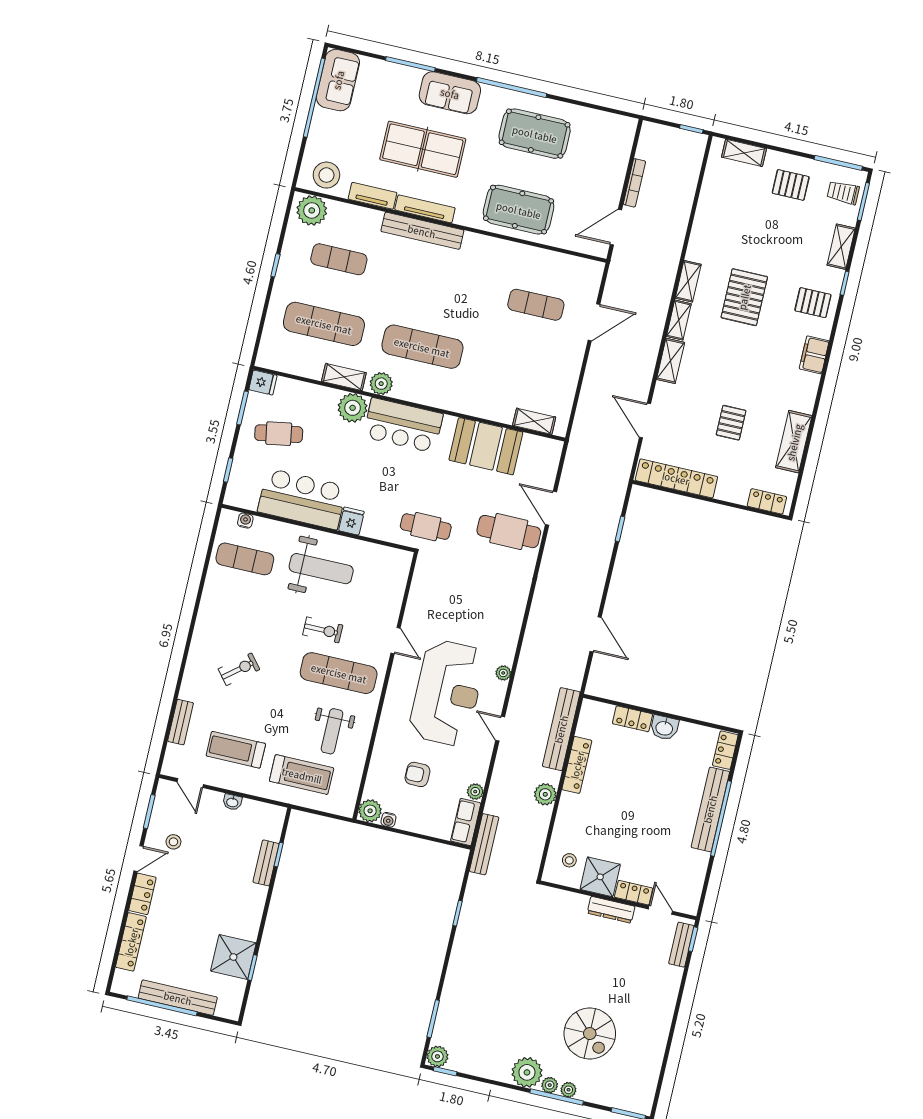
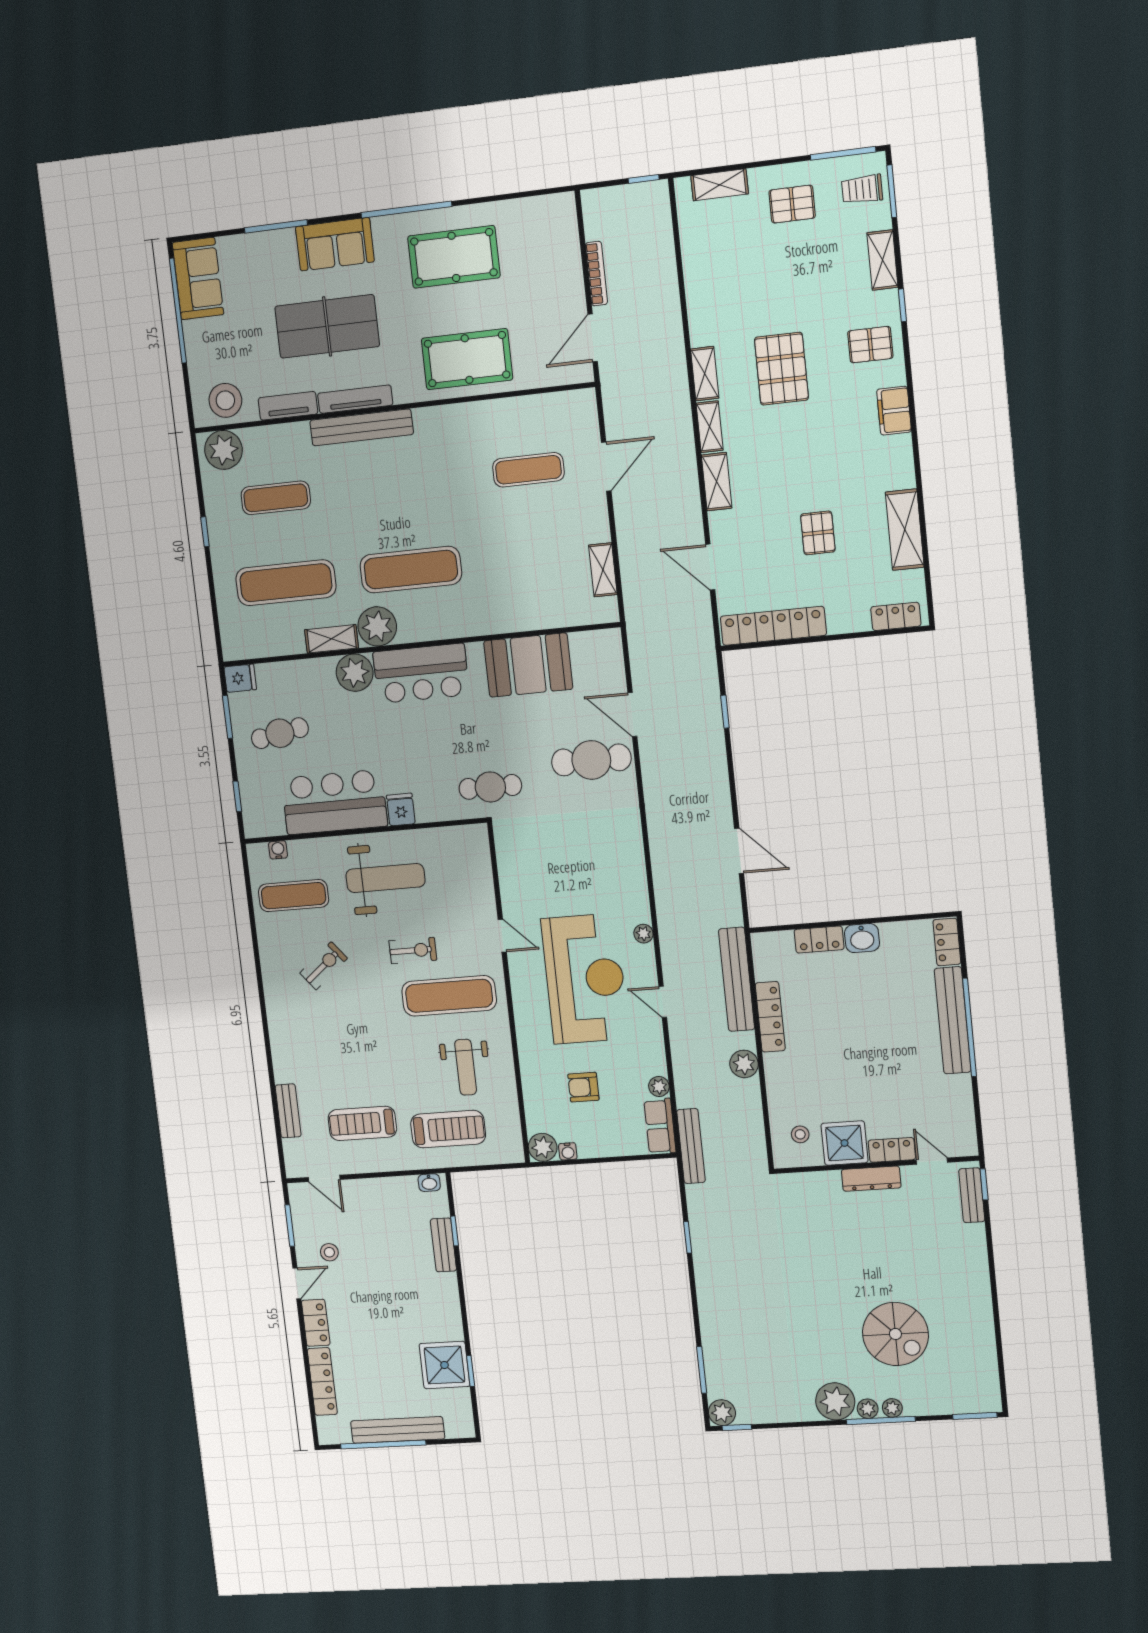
plant: (381, 384) -> (377, 626), width x1.36, depth x1.36
shelving: (534, 421) -> (603, 570), moved, turned 90
exercise bike: (239, 669) -> (324, 966), moved
washbasin: (232, 802) -> (429, 1183), moved

